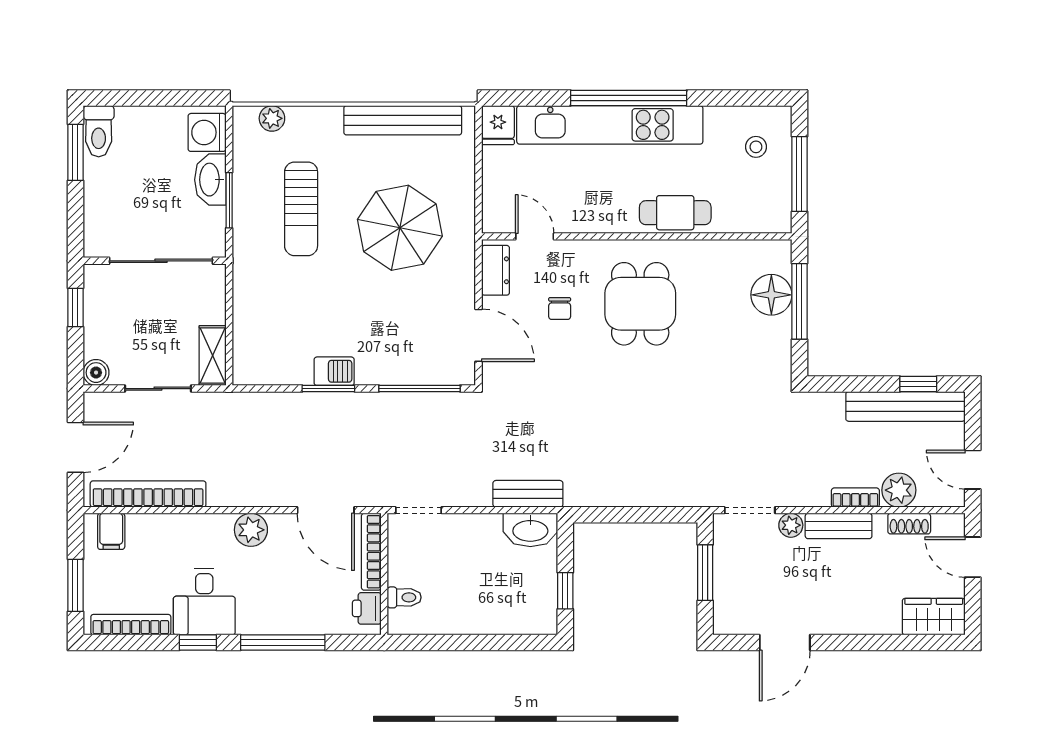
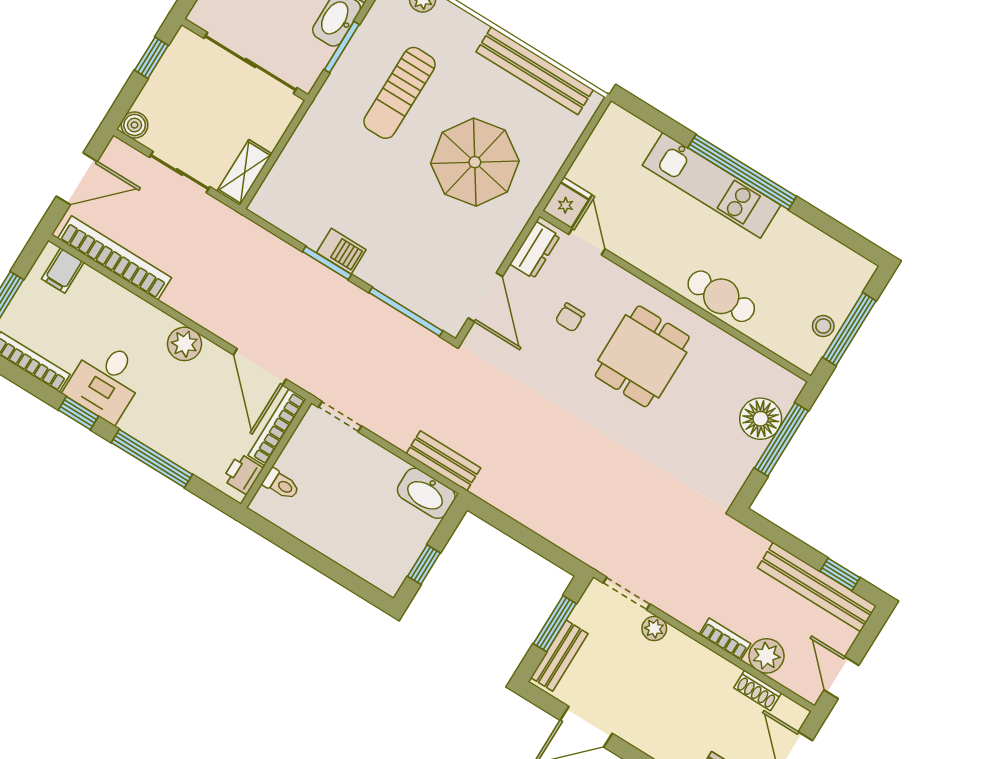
fridge: (498, 125) -> (567, 202), moved, turned 180
kitchen unit: (610, 125) -> (712, 185), width x0.73
stool: (756, 147) -> (823, 326), moved
bench: (839, 526) -> (559, 656), moved, turned 90

